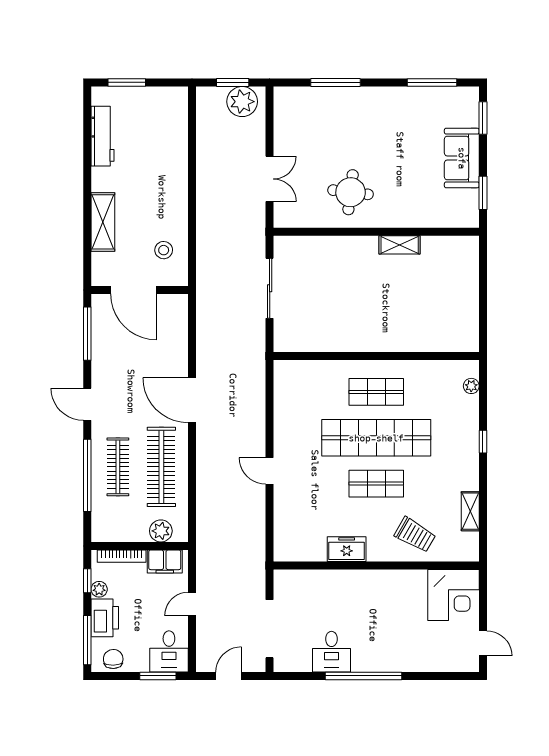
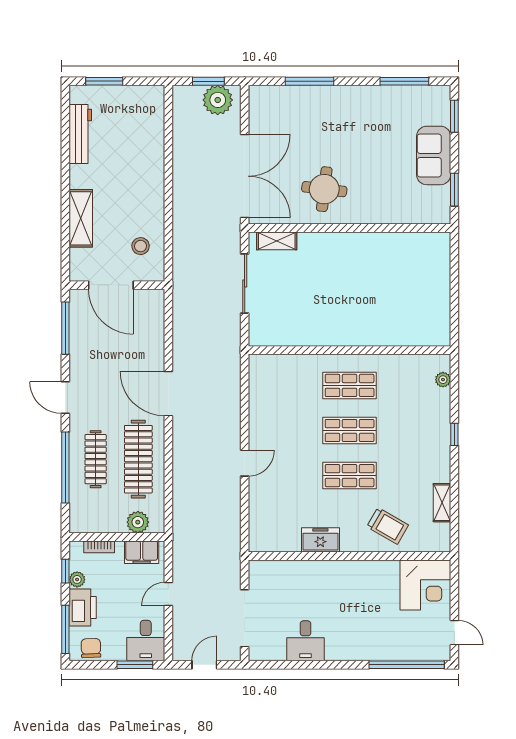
double door: (270, 179) -> (245, 176), width x1.87
shelving: (400, 245) -> (277, 241), moved
shop shelf: (376, 438) -> (350, 431), width x0.50, depth x0.74
door: (270, 471) -> (245, 463), swing flipped
bookcase: (122, 556) -> (99, 547), width x0.64
window: (364, 676) -> (407, 665), moved

